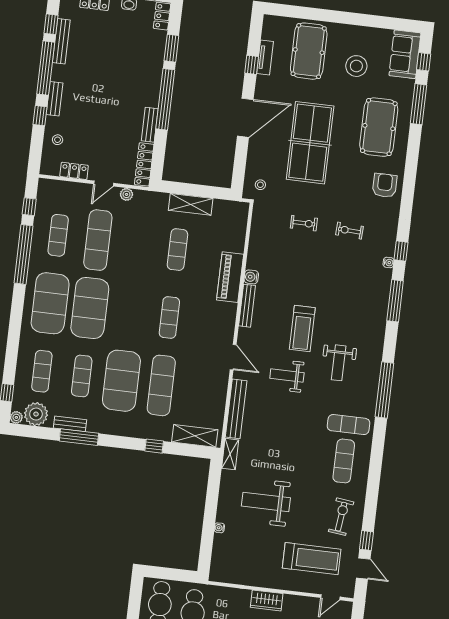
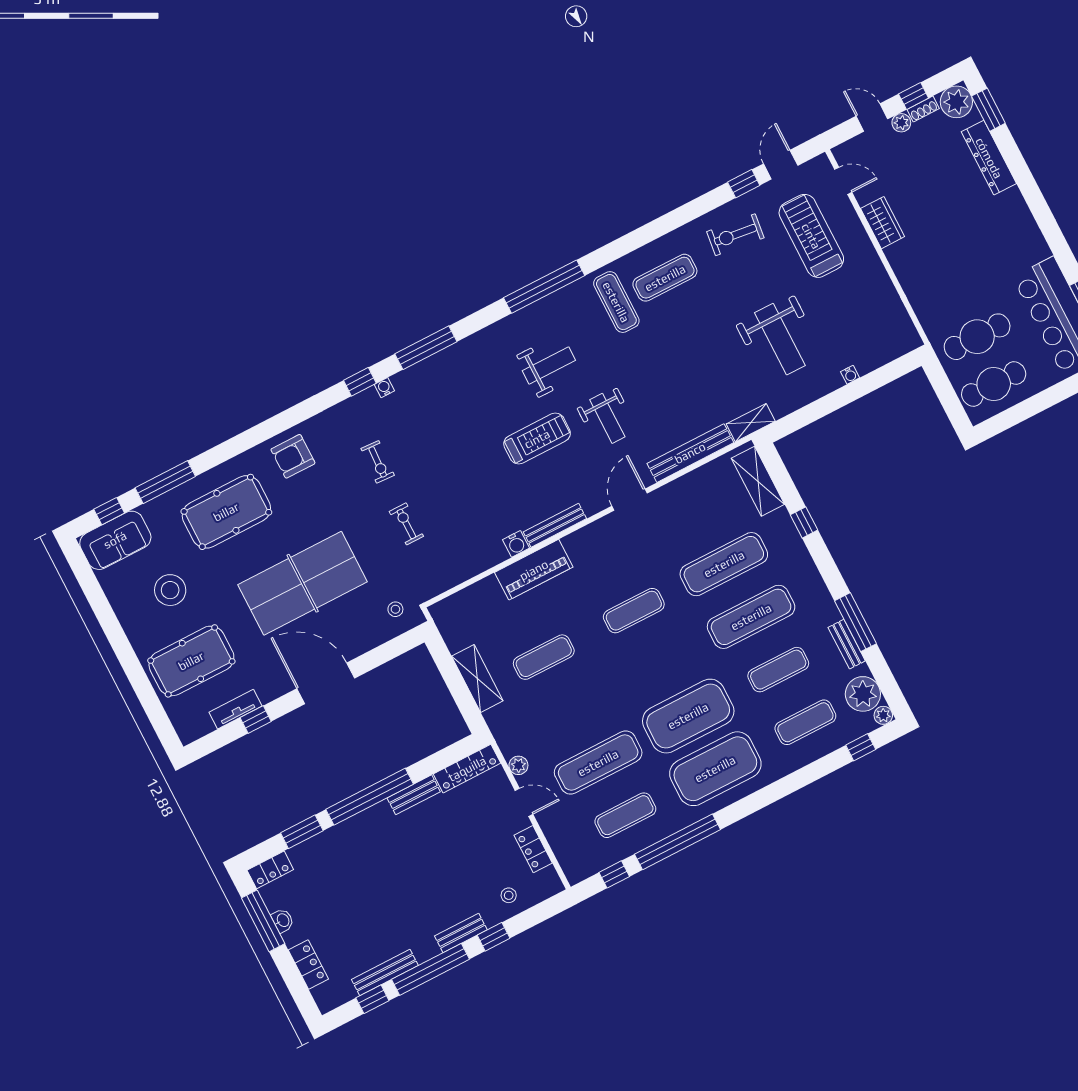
exercise mat: (121, 381) -> (751, 617), width x0.68
wardrobe: (267, 600) -> (883, 223), moved

